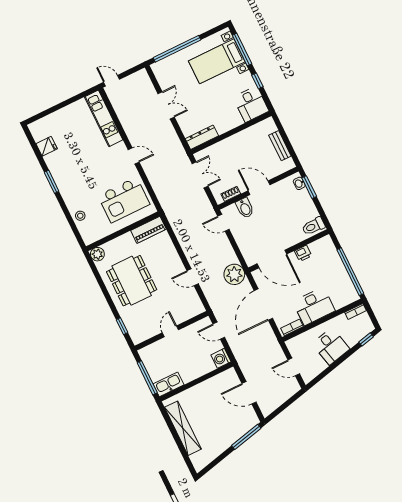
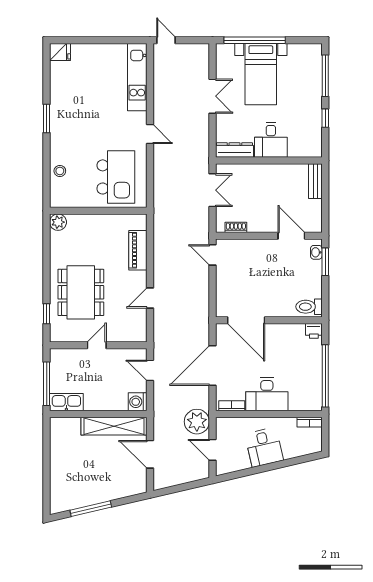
bed with nightstands: (217, 61) -> (261, 74), moved, turned -90
desk: (251, 104) -> (271, 140), moved
fridge: (47, 146) -> (60, 52), moved
bench: (280, 146) -> (315, 181), moved
door: (259, 188) -> (291, 236), moved
kitchen island: (124, 200) -> (116, 177), turned -90
bidet: (245, 208) -> (244, 250), removed
piano: (148, 230) -> (138, 250), moved, turned 90
printer: (303, 253) -> (314, 331), moved
plant: (234, 274) -> (197, 422), moved
door: (193, 277) -> (150, 298), hinge flipped
dining table: (132, 281) -> (81, 292), moved
window: (366, 339) -> (306, 458), removed
shelving: (183, 428) -> (114, 426), moved, turned 90
window: (246, 437) -> (91, 509), moved

